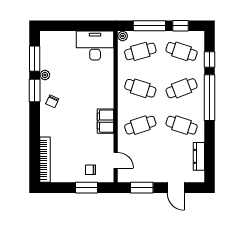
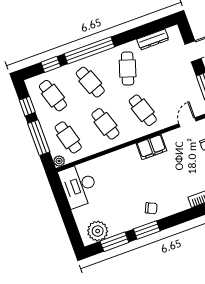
cafe table: (182, 51) -> (53, 96), turned -36
plant: (45, 75) -> (98, 231), moved, width x1.87, depth x1.87
cafe table: (140, 88) -> (105, 124), turned -36

